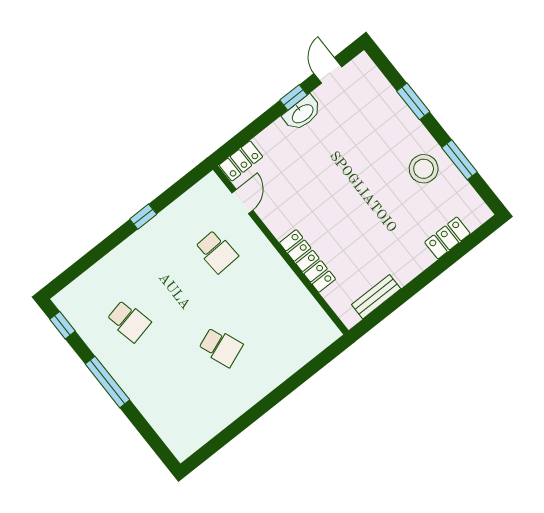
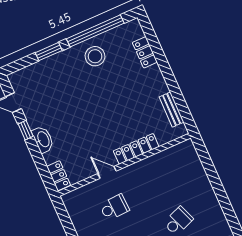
washbasin: (302, 113) -> (43, 139), moved
window: (459, 160) -> (95, 31), width x2.11
door: (242, 202) -> (107, 172), moved

